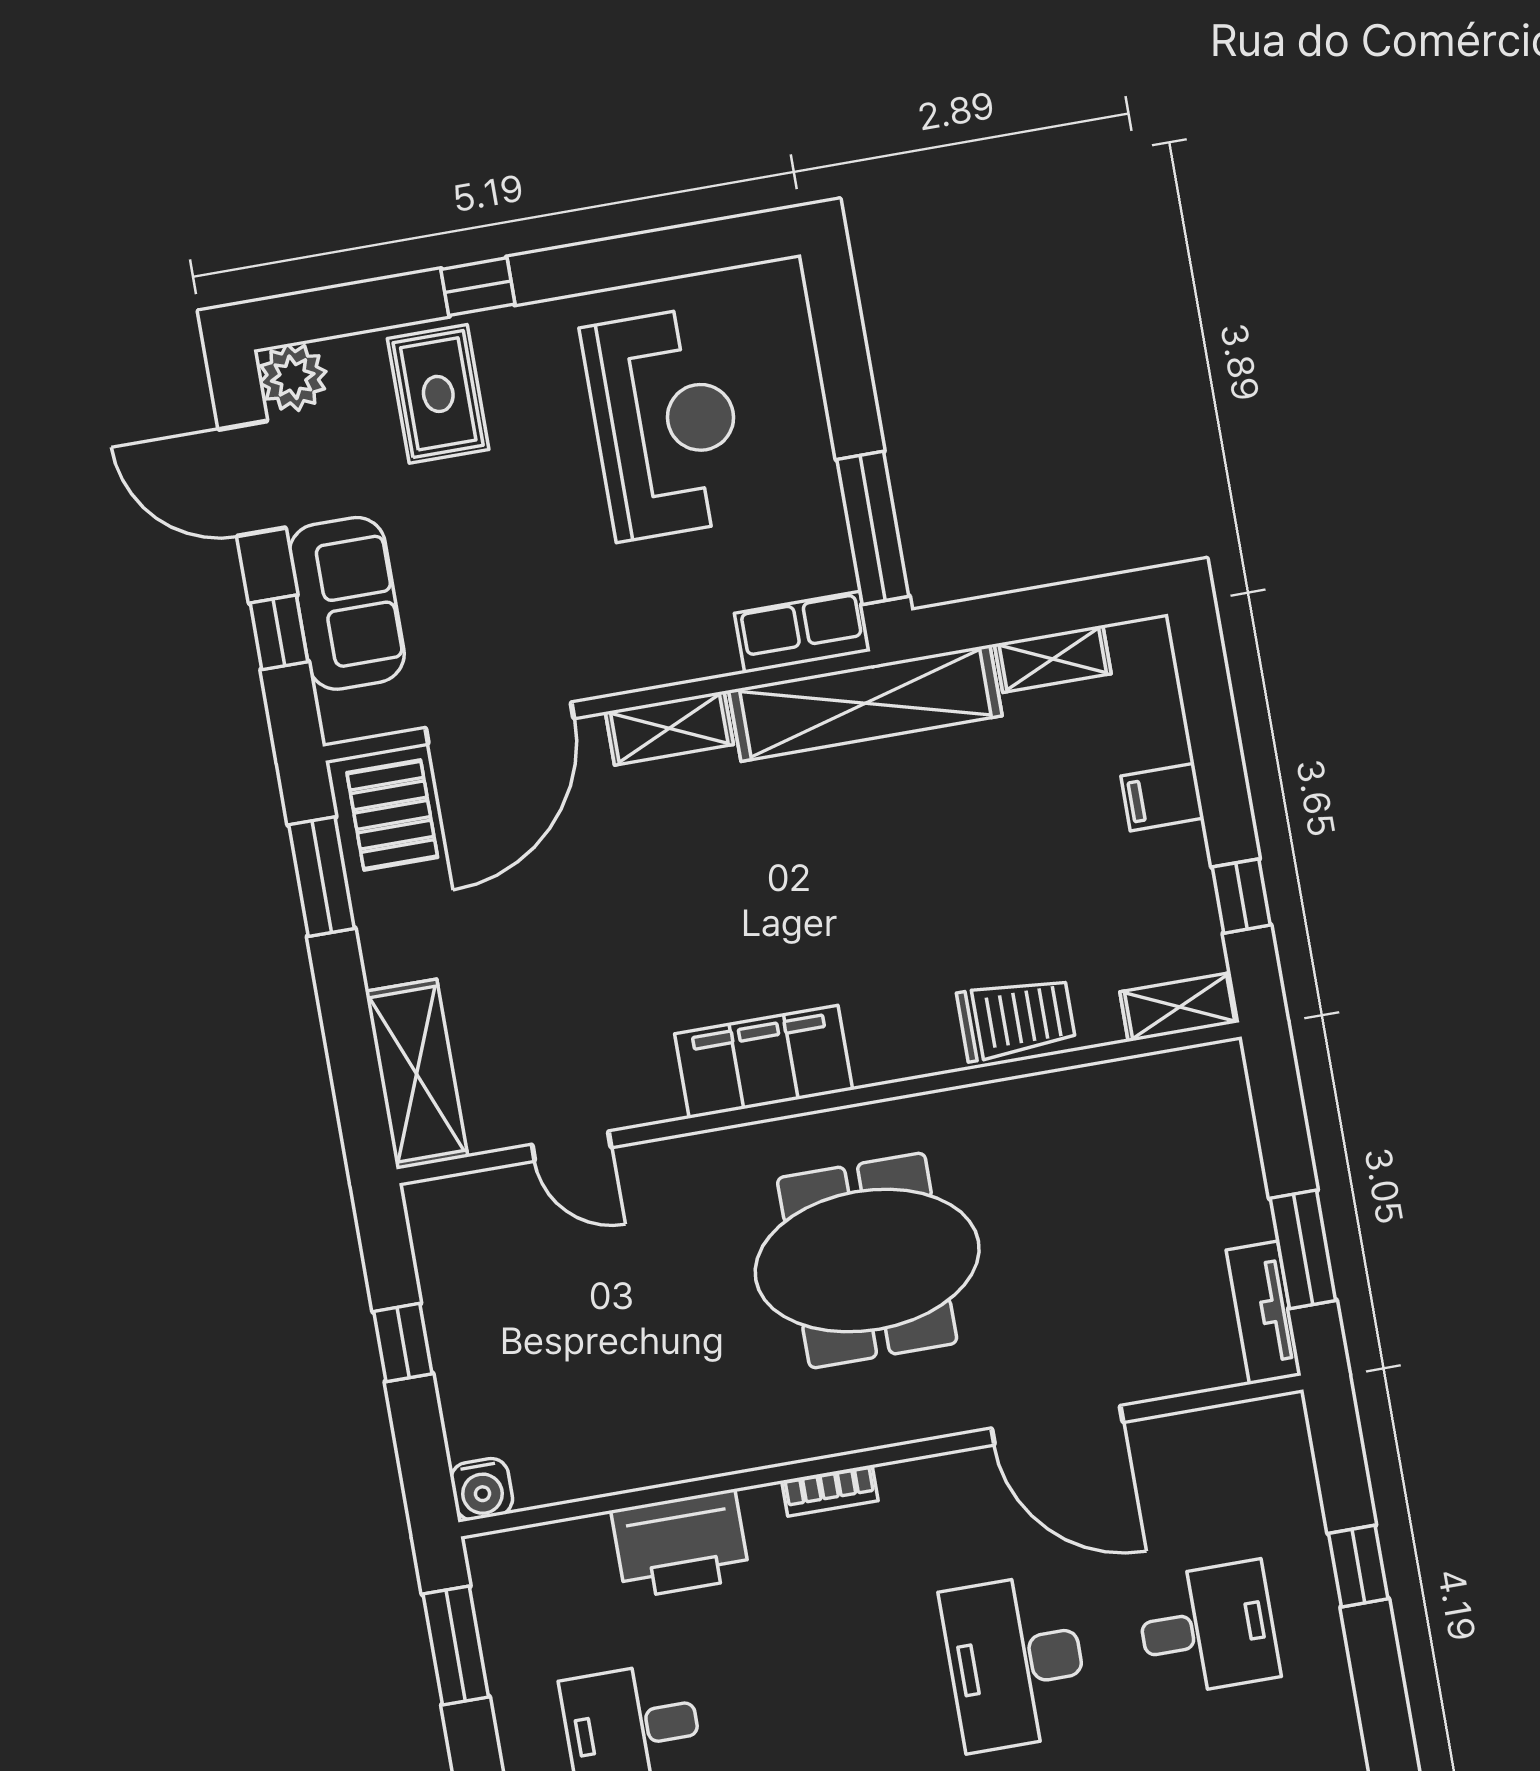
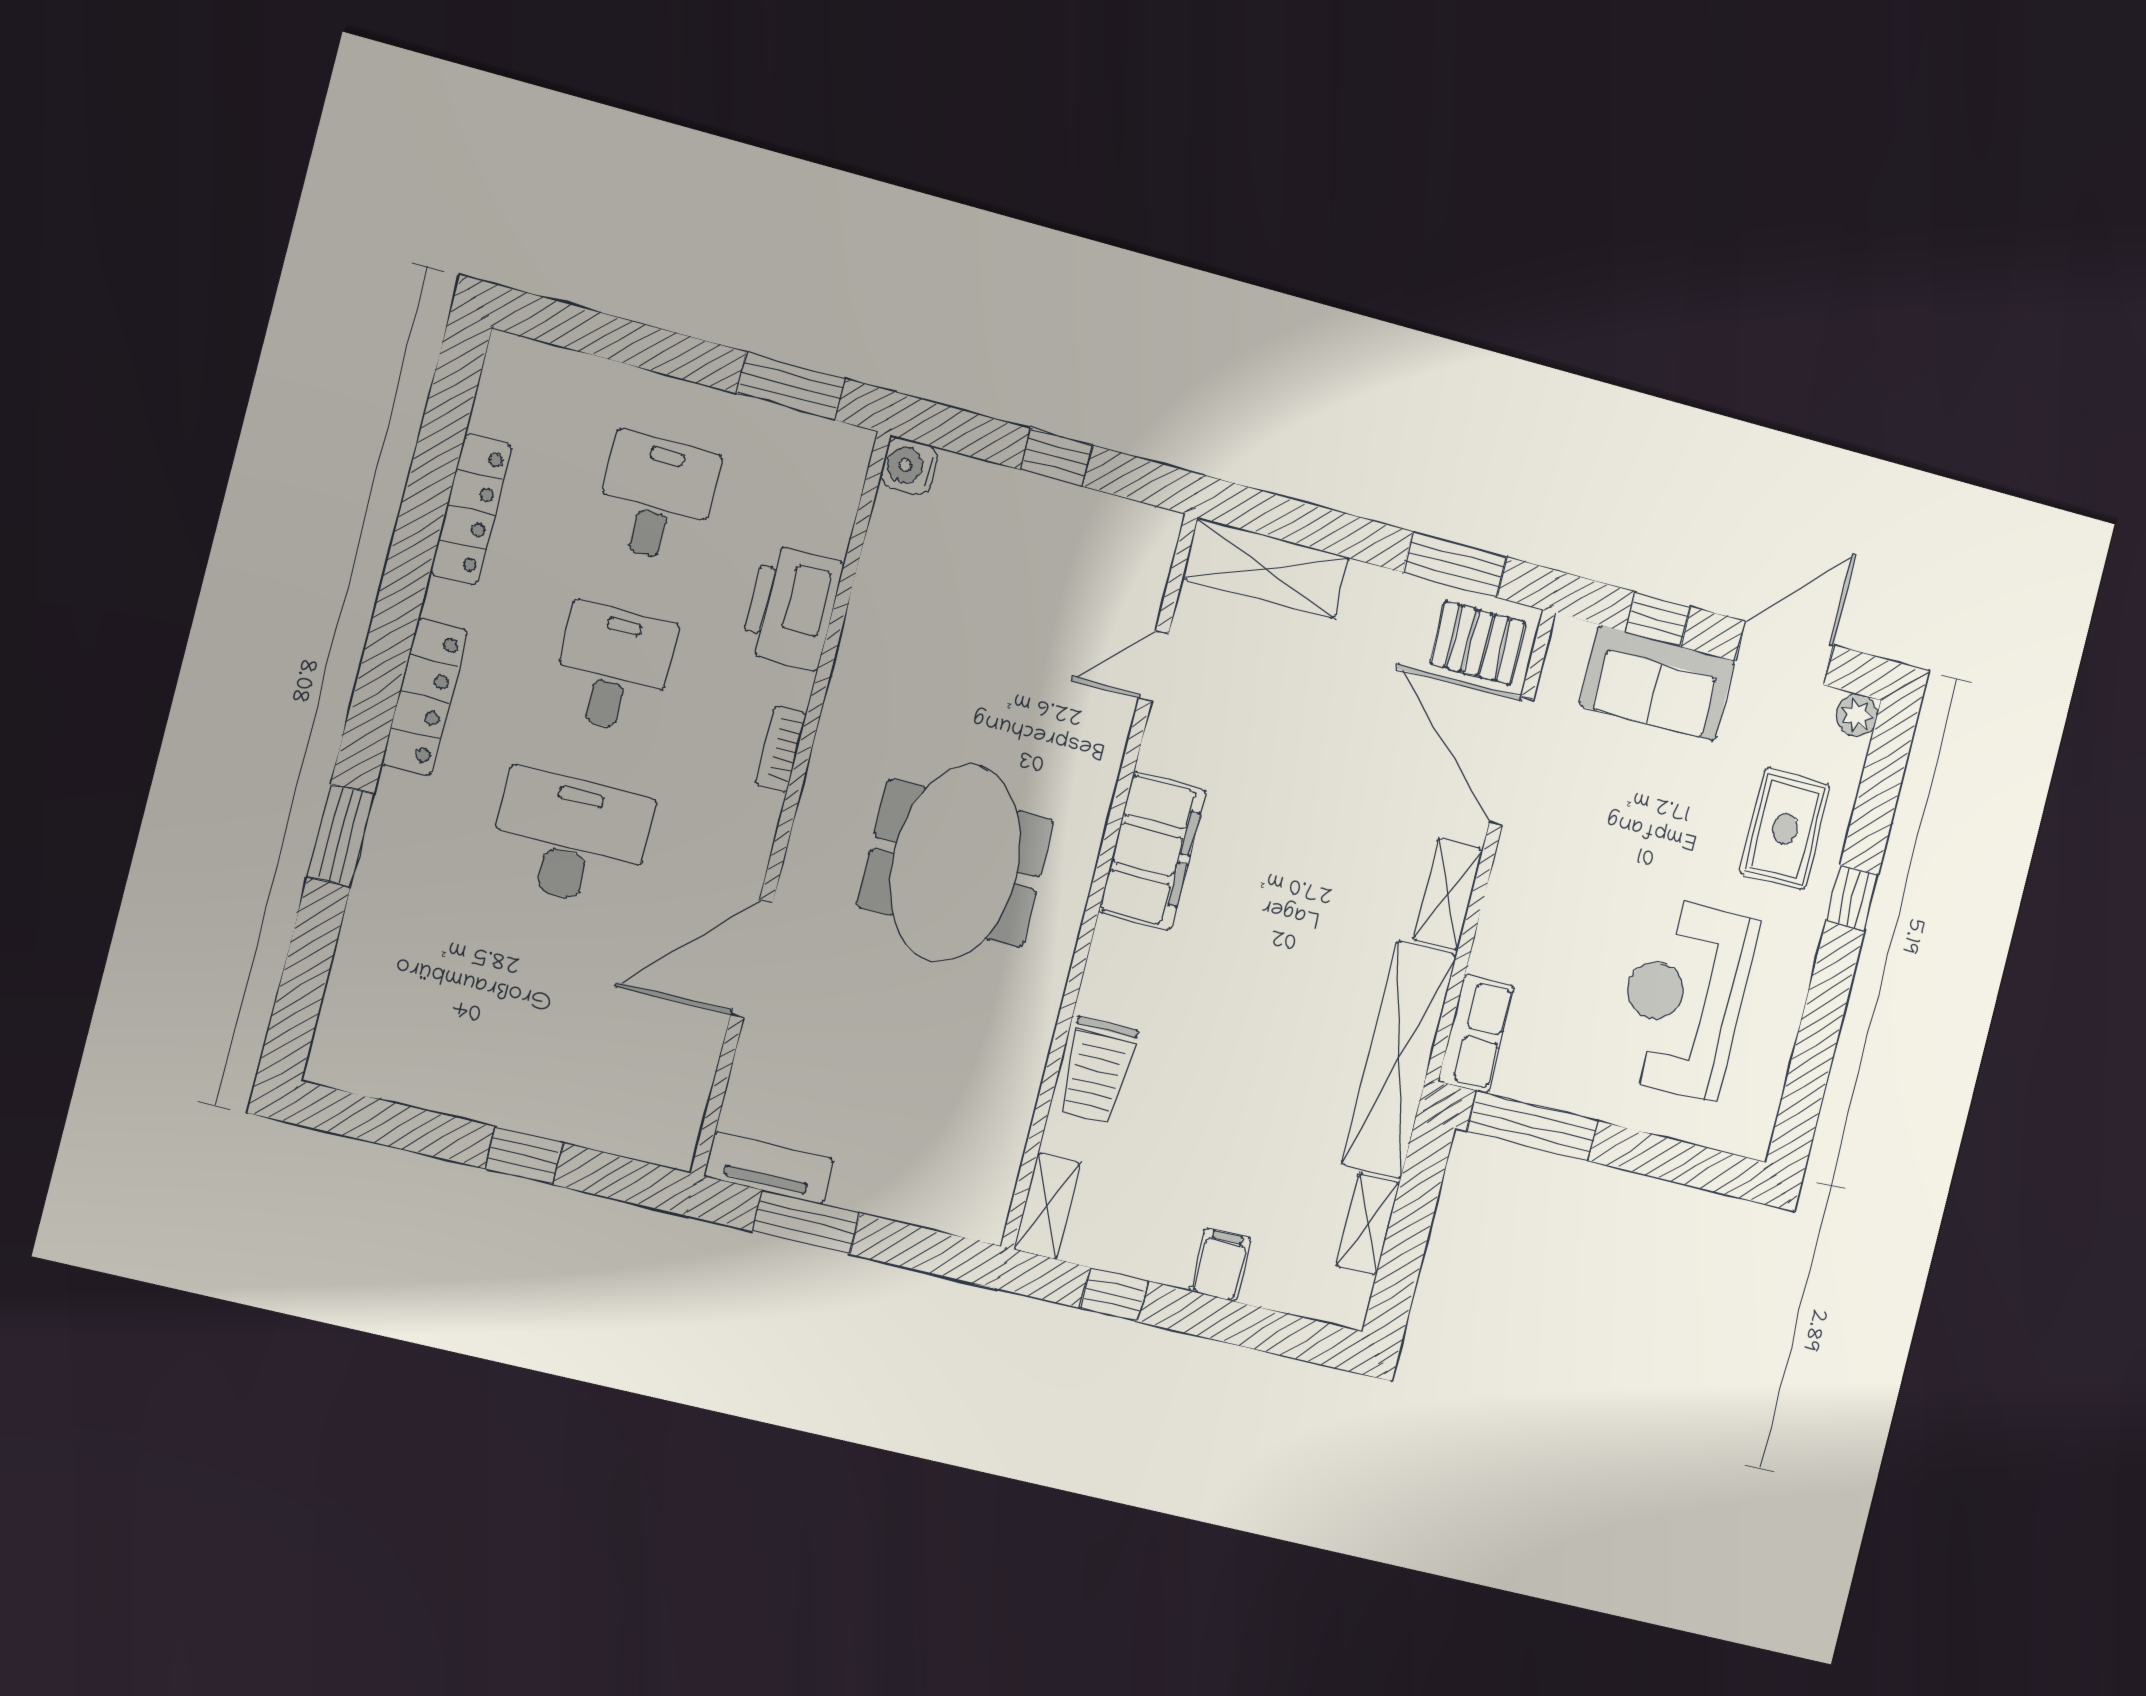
plant: (293, 377) -> (1857, 715), width x0.73, depth x0.73
rug: (438, 394) -> (1785, 829), turned 90
reception desk: (665, 424) -> (1684, 998), turned 90
desk: (1207, 1629) -> (614, 668), moved, turned 180

